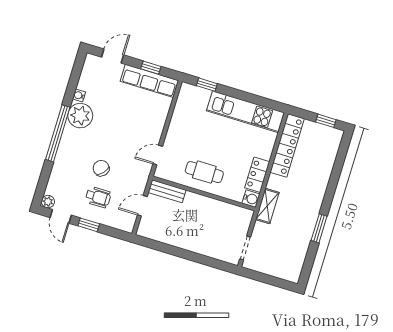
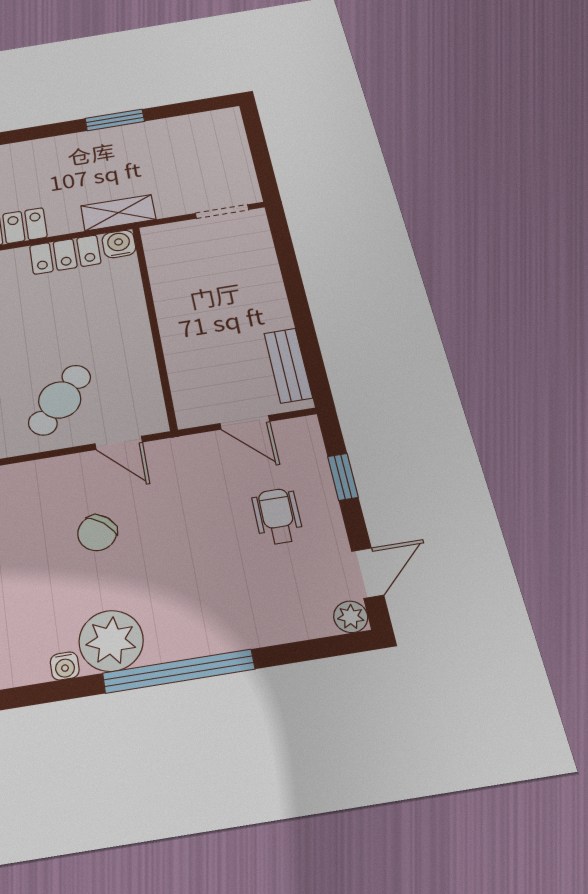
chair: (101, 168) -> (97, 533), moved
cafe table: (204, 172) -> (60, 400), moved, turned 40
bench: (167, 191) -> (288, 365), moved
window: (89, 225) -> (343, 477), moved

